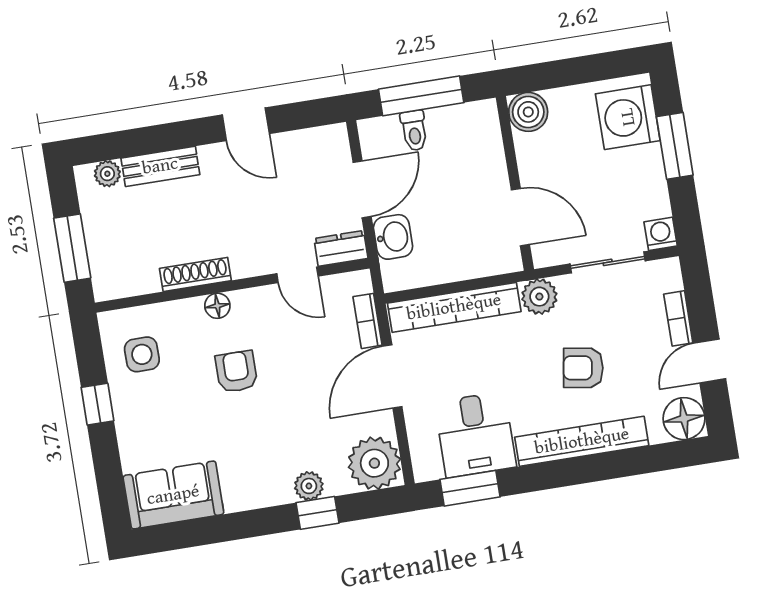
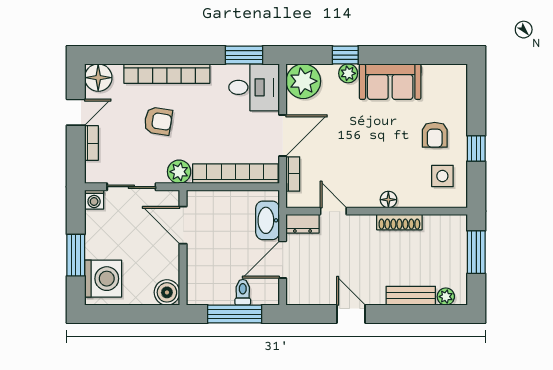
washbasin: (393, 237) -> (268, 220), width x1.38
armchair: (236, 372) -> (435, 135), moved
desk: (475, 435) -> (254, 87), moved, turned 90
sofa: (173, 495) -> (390, 82), moved

